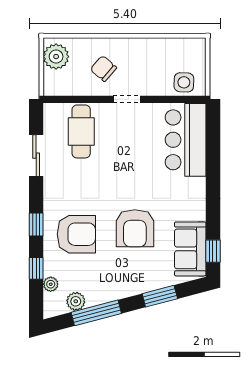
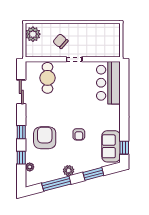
side table: (184, 82) -> (107, 49), removed
armchair: (135, 228) -> (79, 134), width x0.53, depth x0.53
armchair: (76, 234) -> (45, 138), turned -90
plant: (76, 301) -> (69, 171), moved

